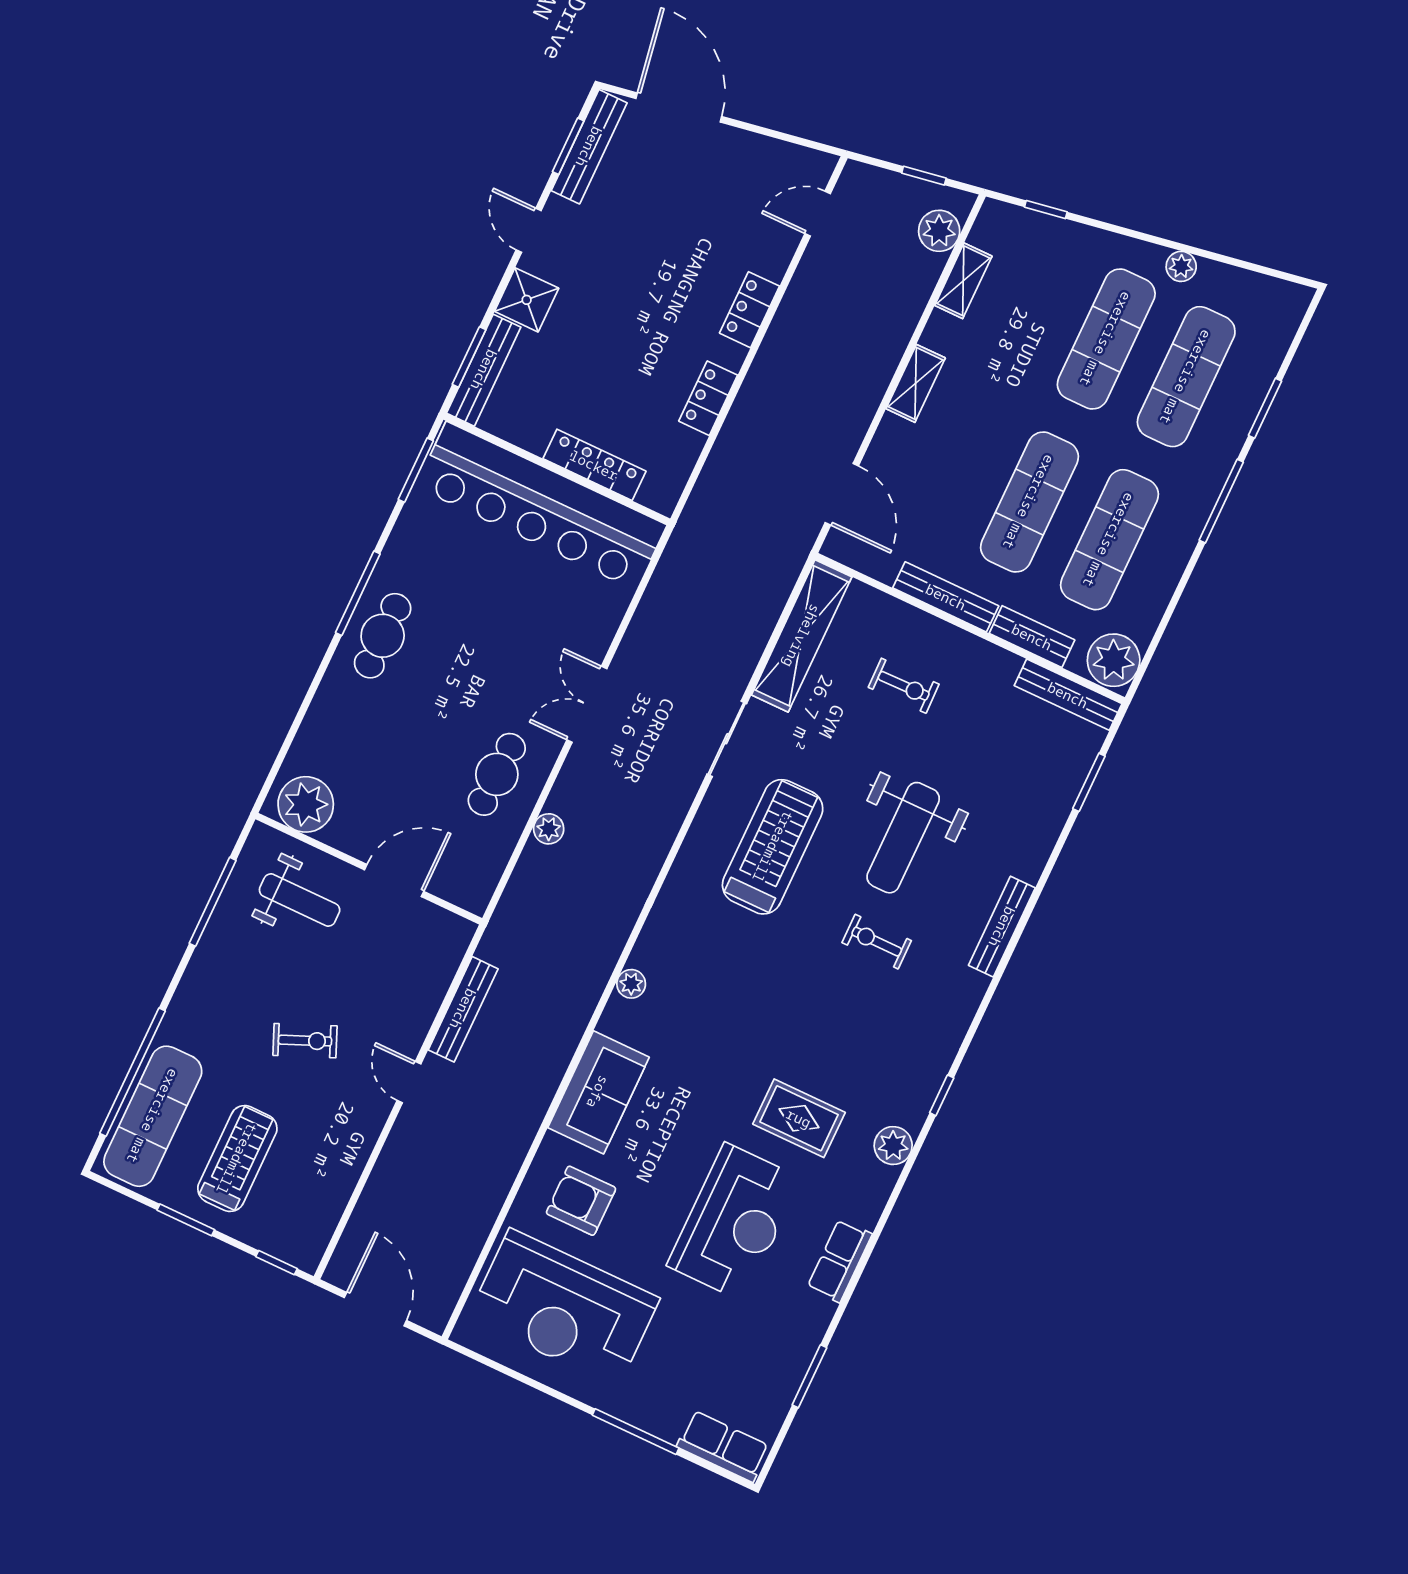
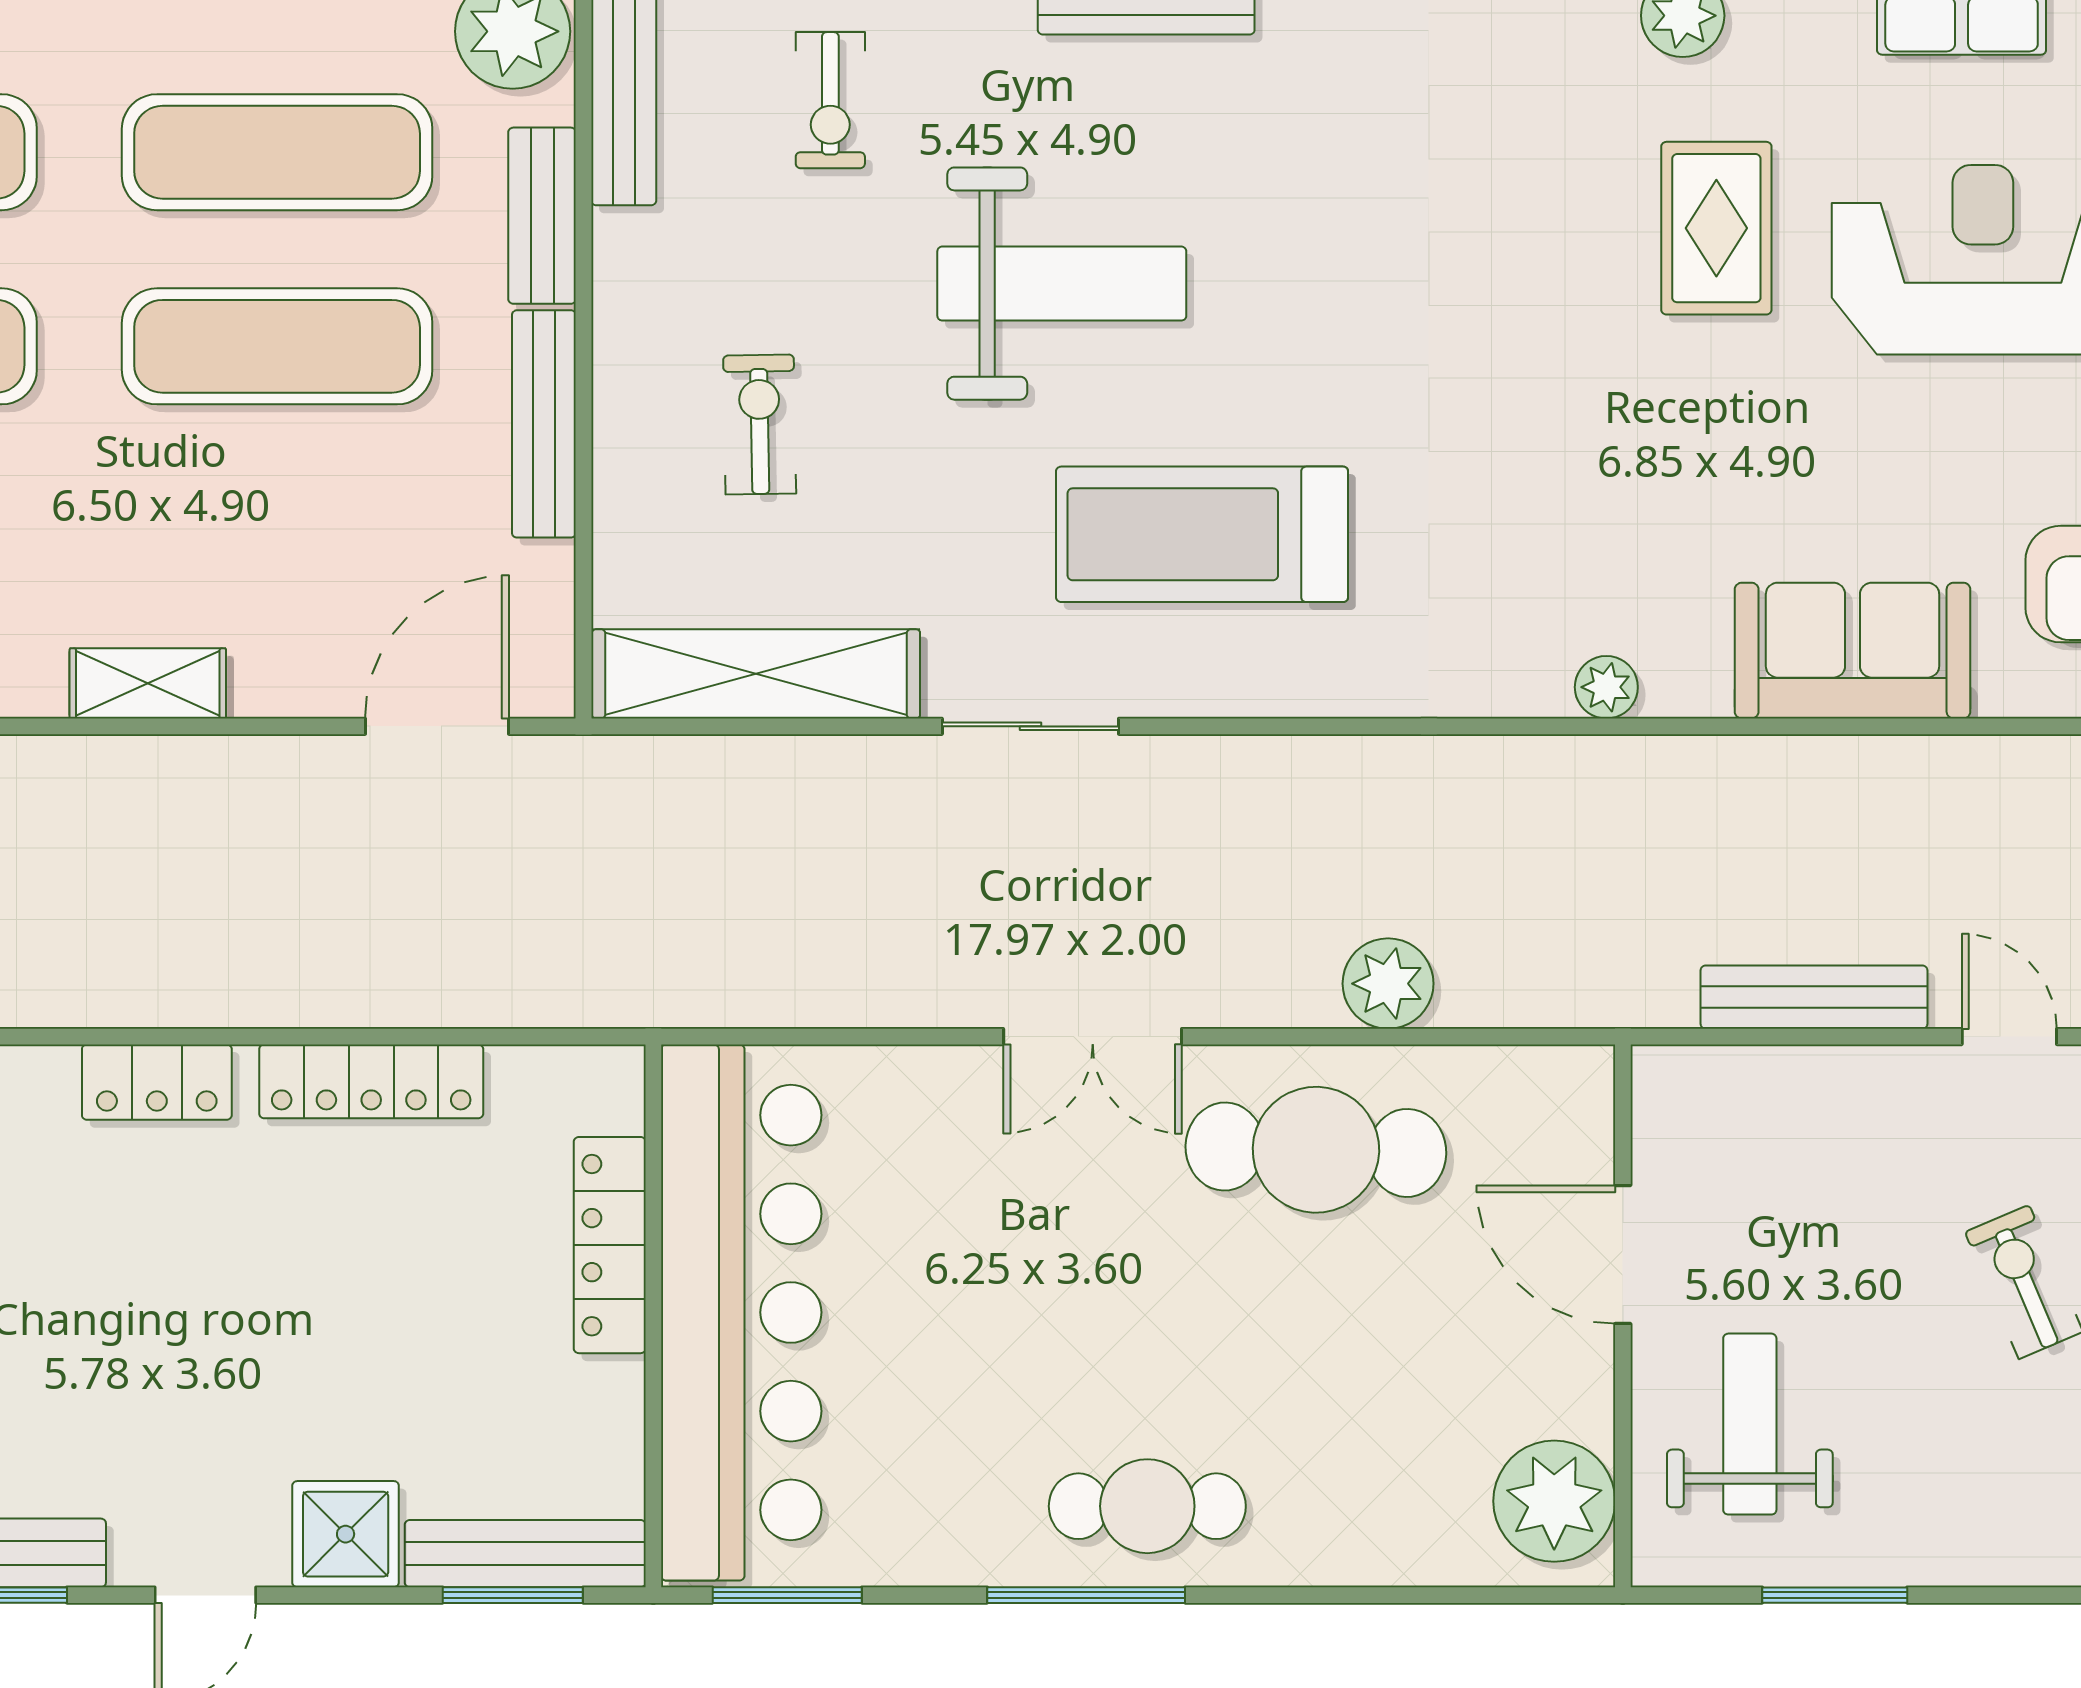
locker: (708, 398) -> (371, 1081), width x1.53
cafe table: (497, 774) -> (1316, 1150), width x1.37, depth x1.35
plant: (549, 829) -> (1388, 984), width x1.38, depth x1.38
window: (213, 902) -> (1835, 1595), width x0.69
exercise bike: (877, 942) -> (830, 100), moved
door: (409, 1082) -> (2009, 1037), swing flipped

